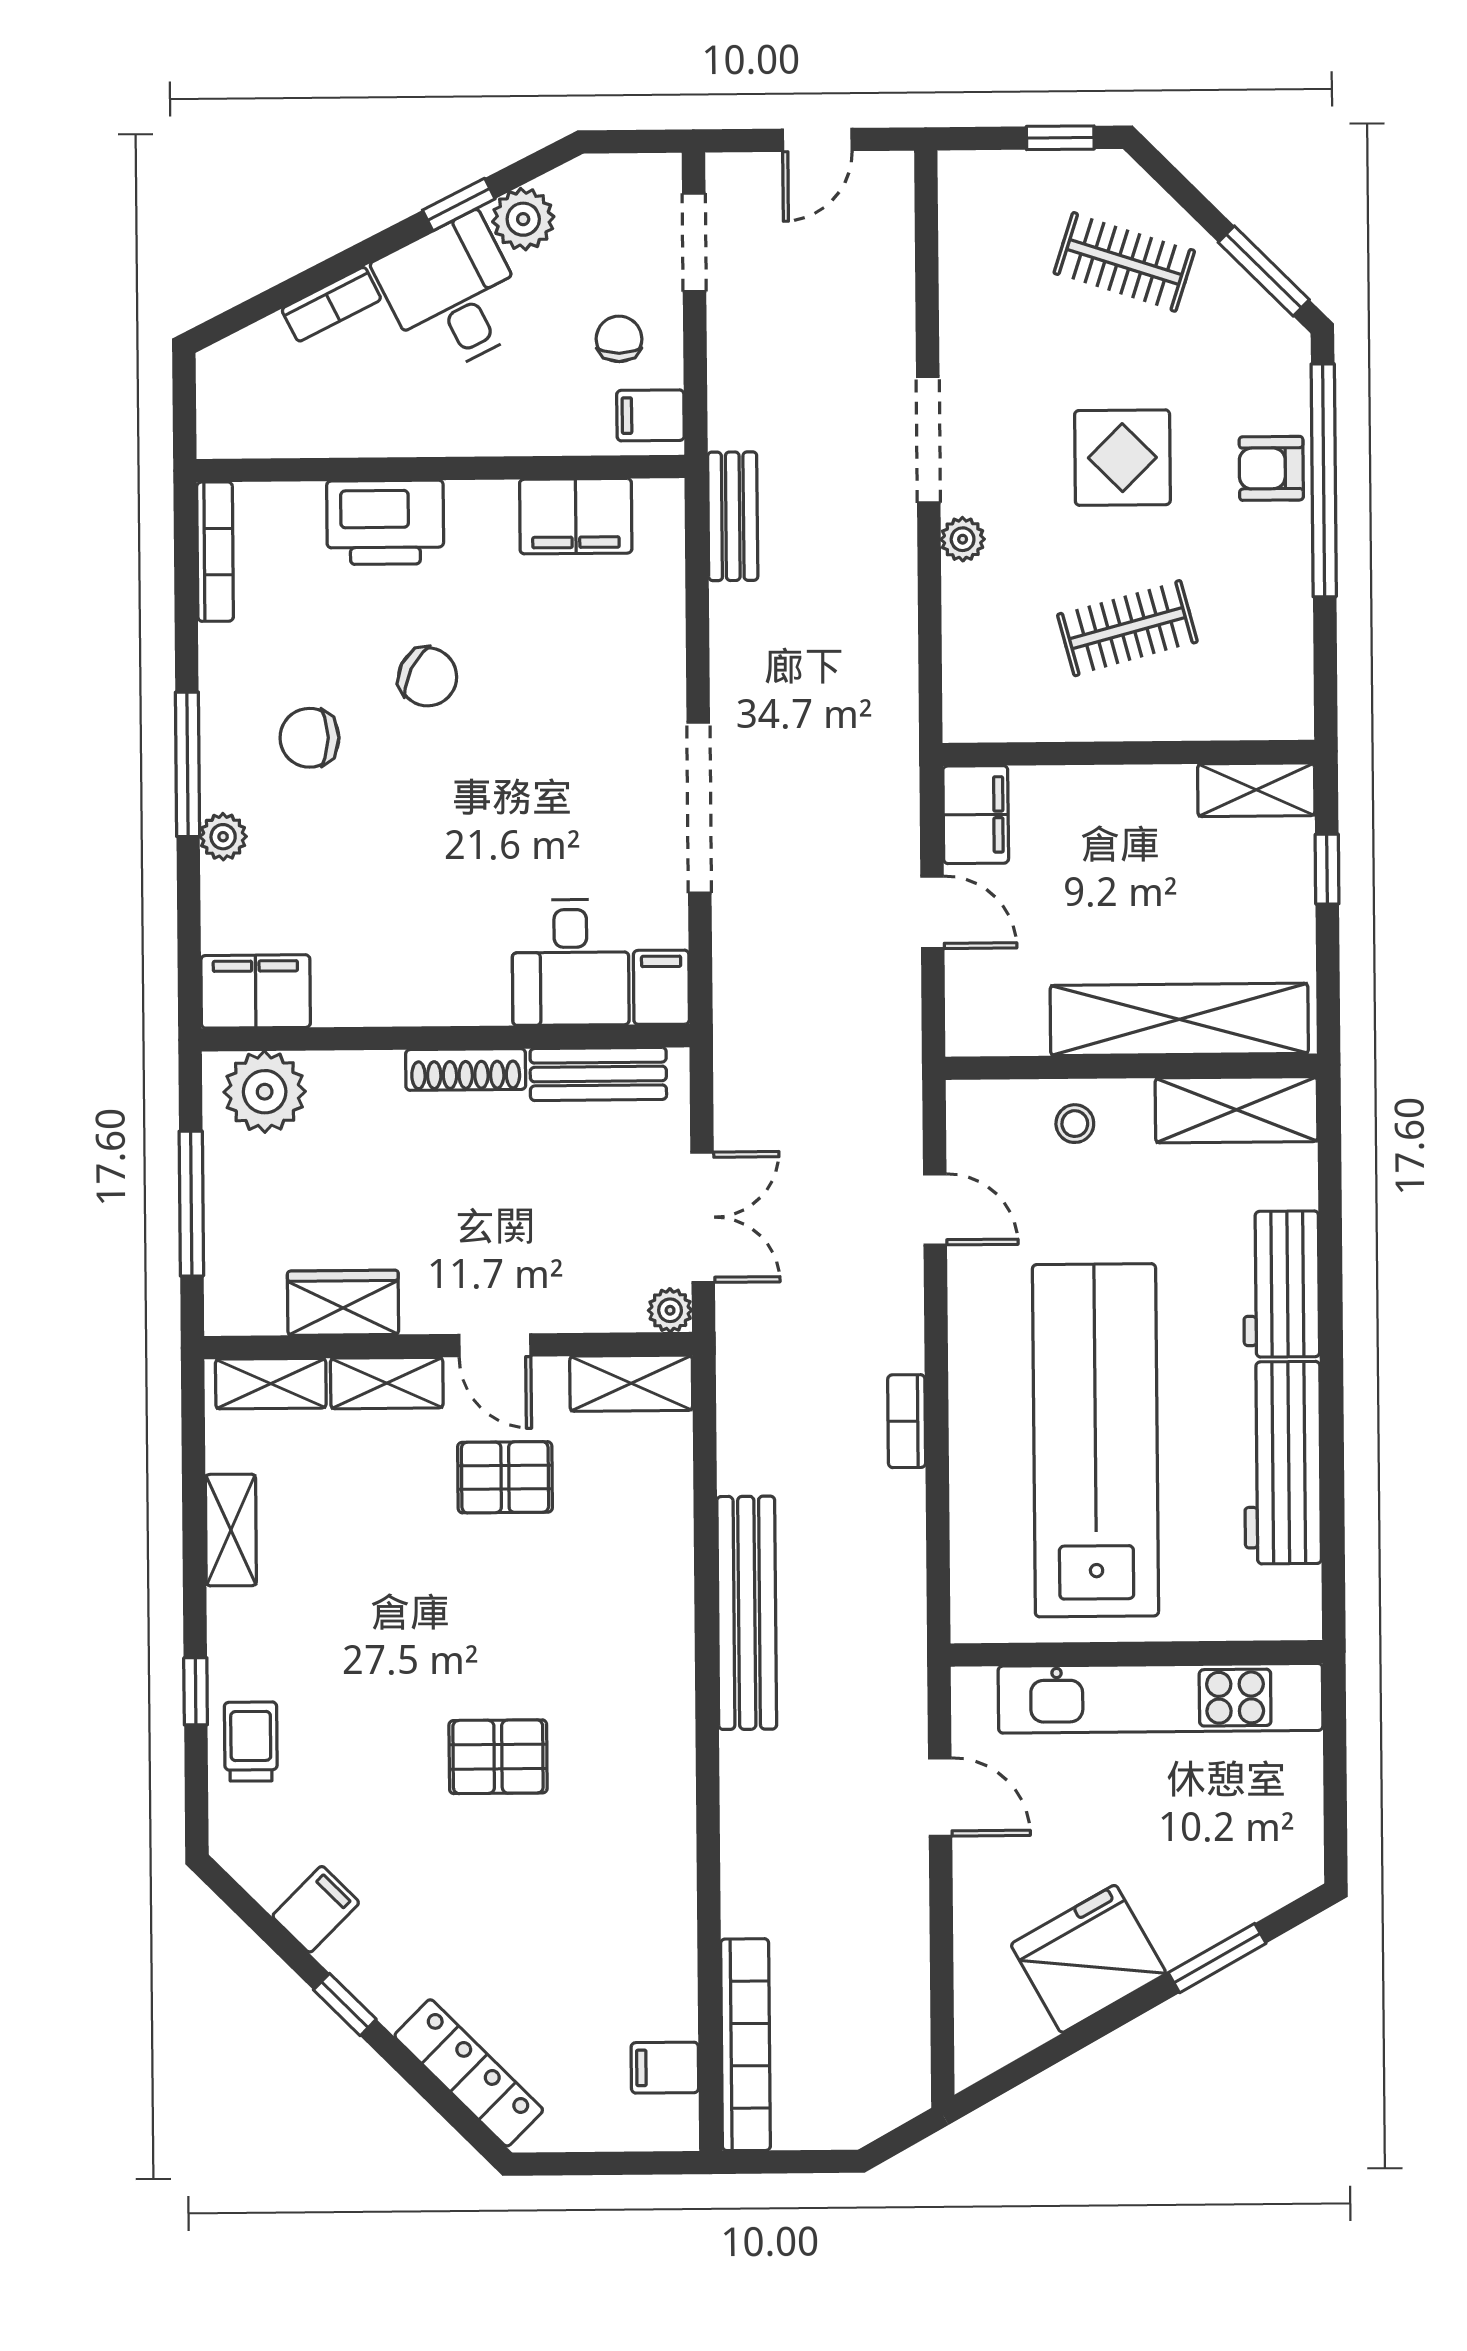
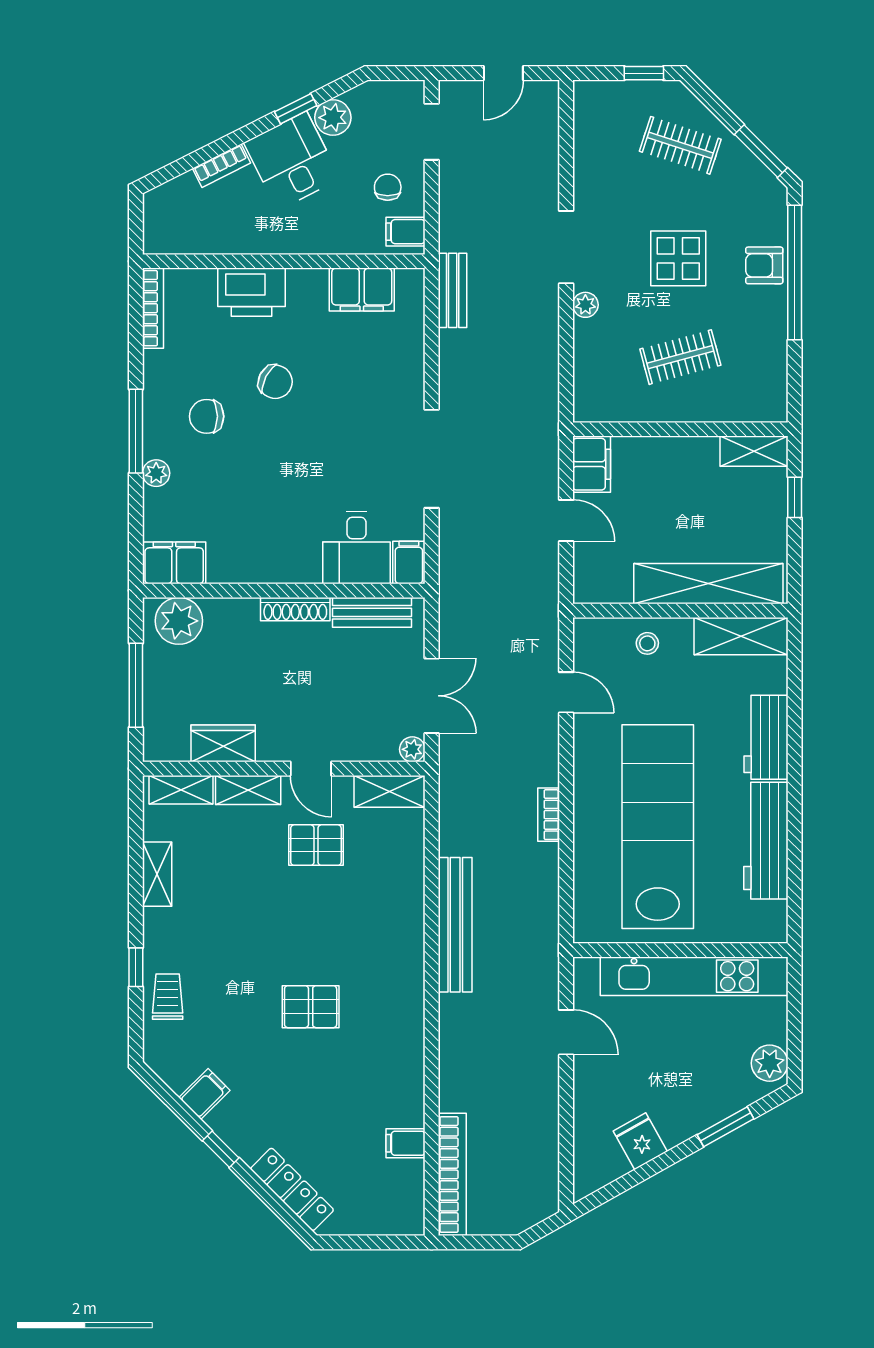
plant: (1292, 1847) -> (770, 1063), added
fridge: (1088, 1959) -> (640, 1141), width x0.53, depth x0.75
filing cabinet: (665, 2068) -> (405, 1143), moved

